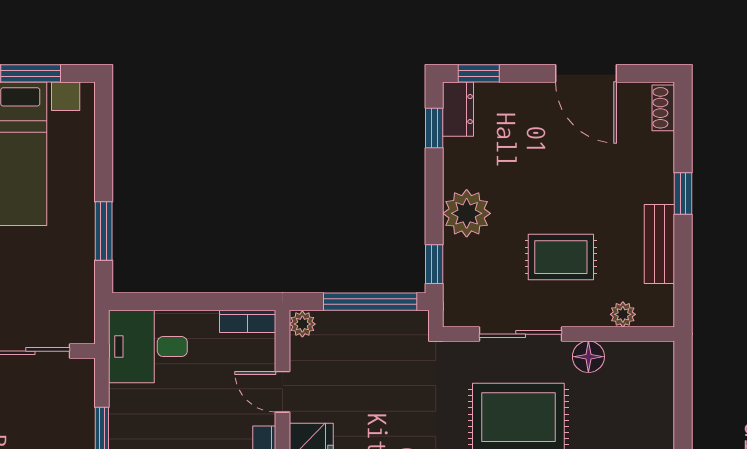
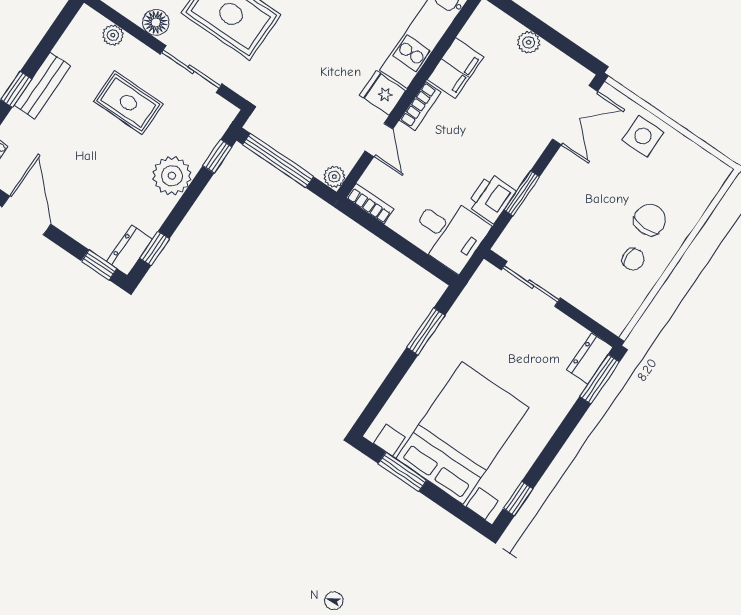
bench: (659, 244) -> (42, 85), moved
printer: (129, 410) -> (491, 198), added

